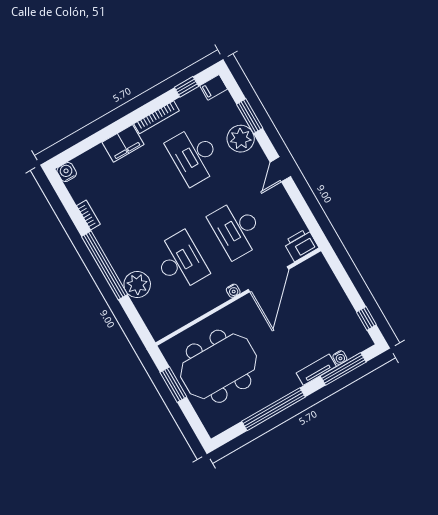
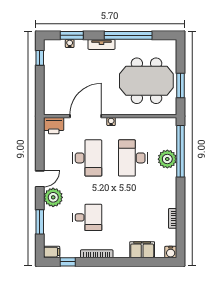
plant: (241, 139) -> (53, 197), moved
filing cabinet: (123, 143) -> (142, 250), moved
desk: (194, 155) -> (87, 217), width x0.73
window: (105, 265) -> (180, 151), moved
window: (343, 369) -> (72, 35), width x0.69
tv unit: (316, 370) -> (102, 44), moved

